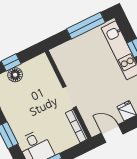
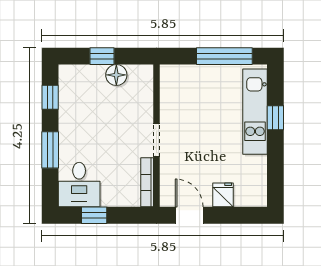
floor lamp: (15, 75) -> (116, 75), moved

